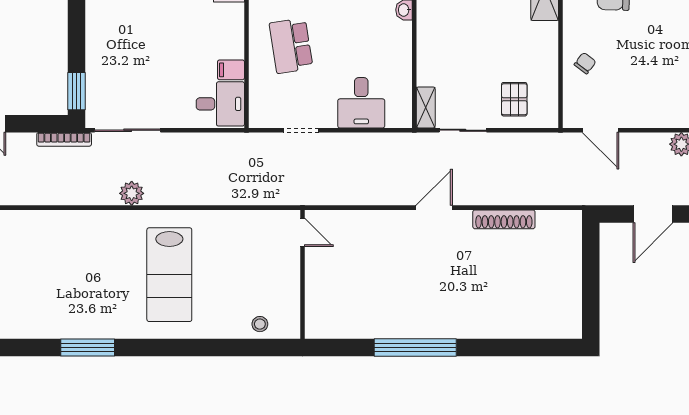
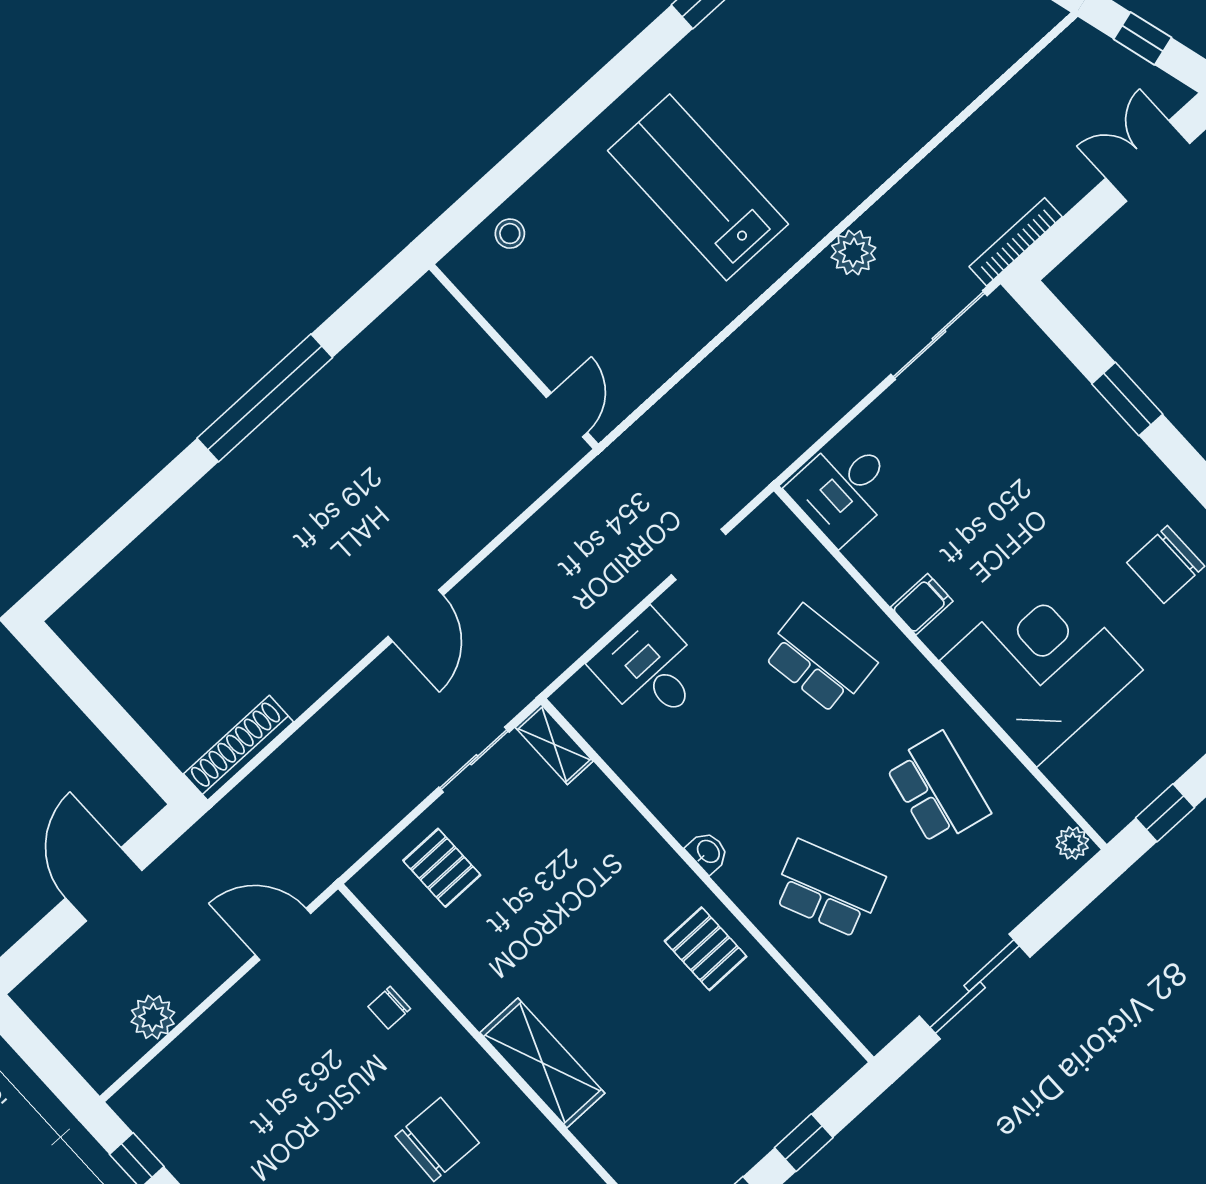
chair: (585, 63) -> (389, 1008), turned 53
filing cabinet: (231, 70) -> (922, 604), moved
window: (77, 91) -> (1127, 399), moved
shoe rack: (504, 219) -> (238, 748), moved
door: (302, 232) -> (567, 415), swing flipped

